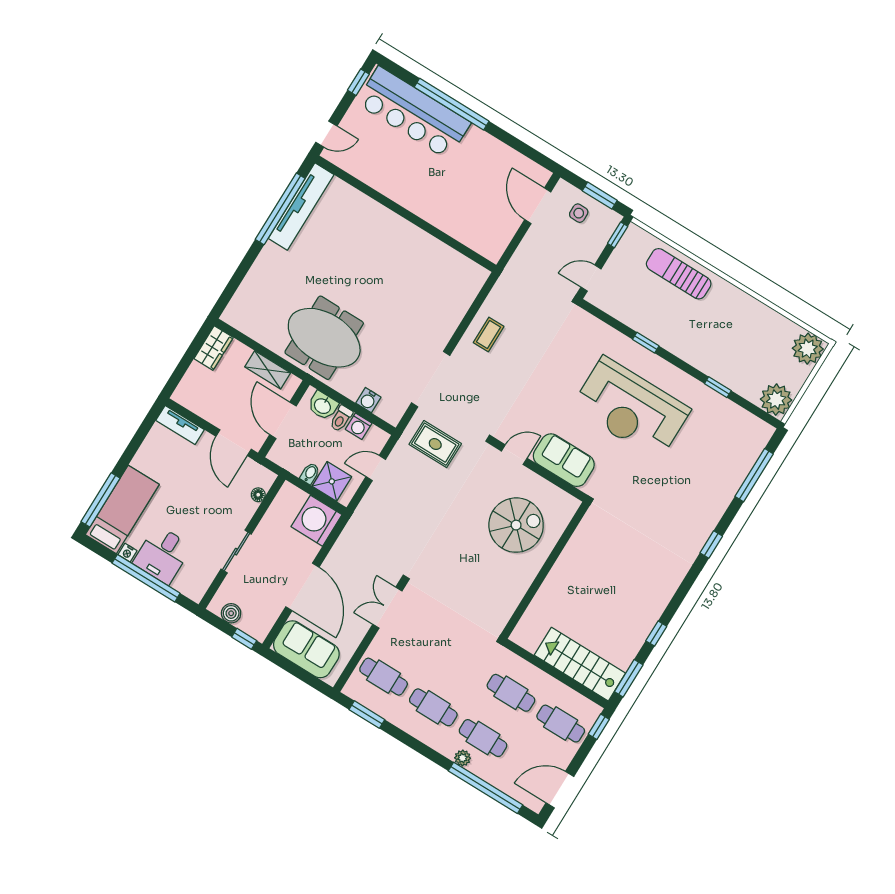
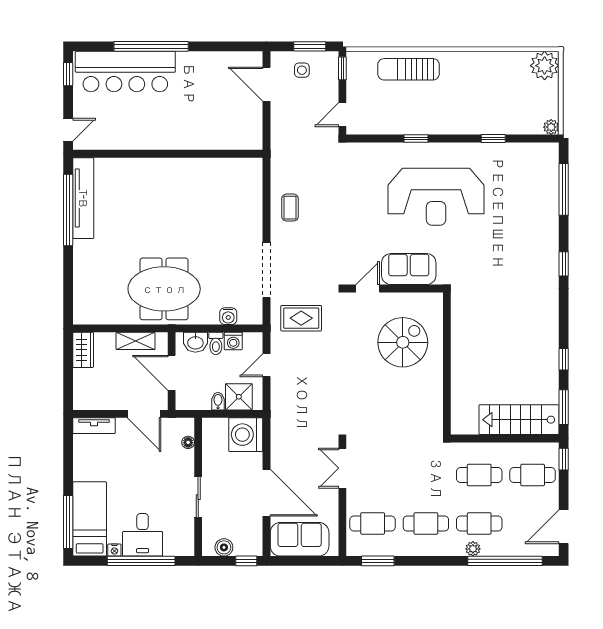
plant: (776, 400) -> (551, 127), width x0.53, depth x0.53

